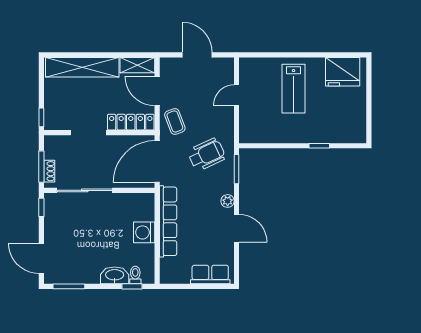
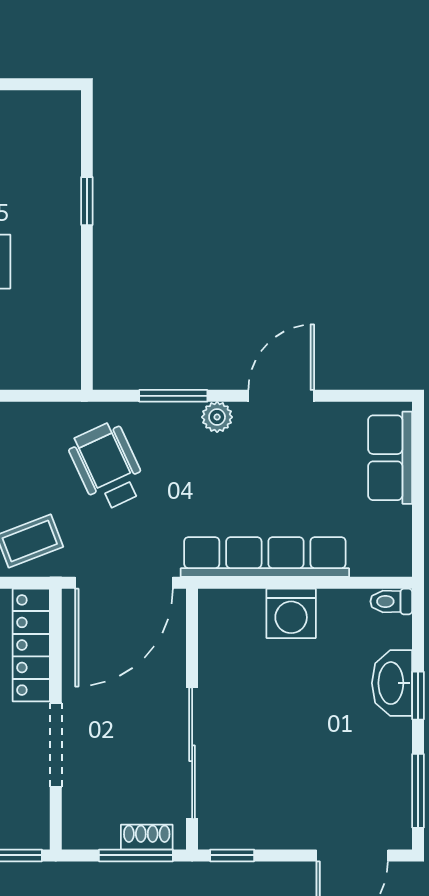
door: (157, 161) -> (124, 583), hinge flipped
window: (237, 169) -> (173, 396), moved
toilet: (135, 275) -> (391, 601), moved
window: (132, 286) -> (418, 696), moved

